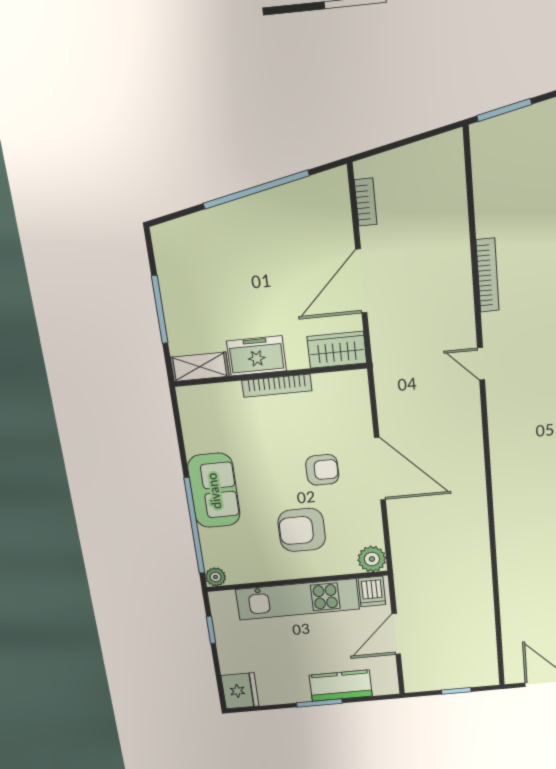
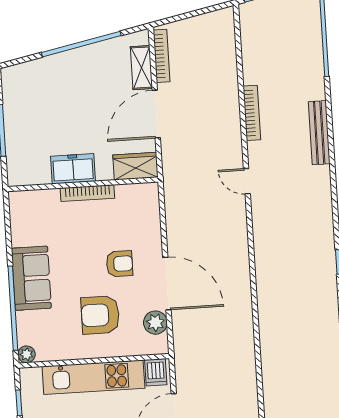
bookcase: (366, 202) -> (162, 56), width x1.56
shelving: (200, 367) -> (141, 68), moved, turned 90
door: (380, 469) -> (167, 283), moved
plant: (372, 559) -> (155, 323), moved

